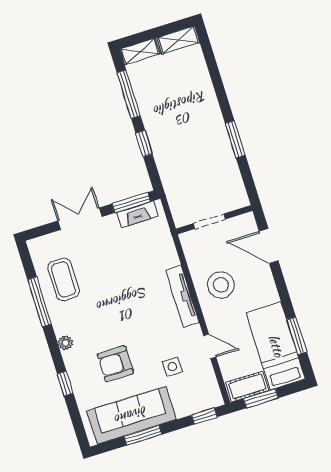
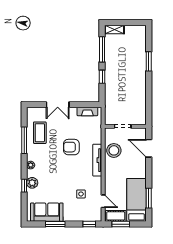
shelving: (178, 40) -> (136, 30), removed
window: (235, 139) -> (149, 61), moved
window: (131, 203) -> (86, 105), removed
double door: (80, 219) -> (58, 105), swing flipped
stool: (221, 285) -> (114, 150), moved
door: (210, 346) -> (103, 201), moved
armchair: (115, 364) -> (71, 147), moved
plant: (78, 374) -> (32, 183), added
sofa: (131, 415) -> (47, 212), width x0.73

